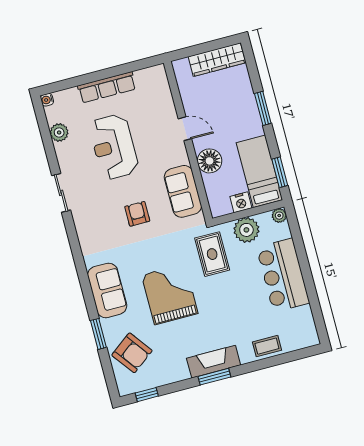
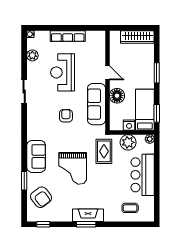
sofa: (183, 191) -> (96, 104), width x1.36
grand piano: (170, 294) -> (73, 168), turned 180
coffee table: (267, 346) -> (130, 208), moved

